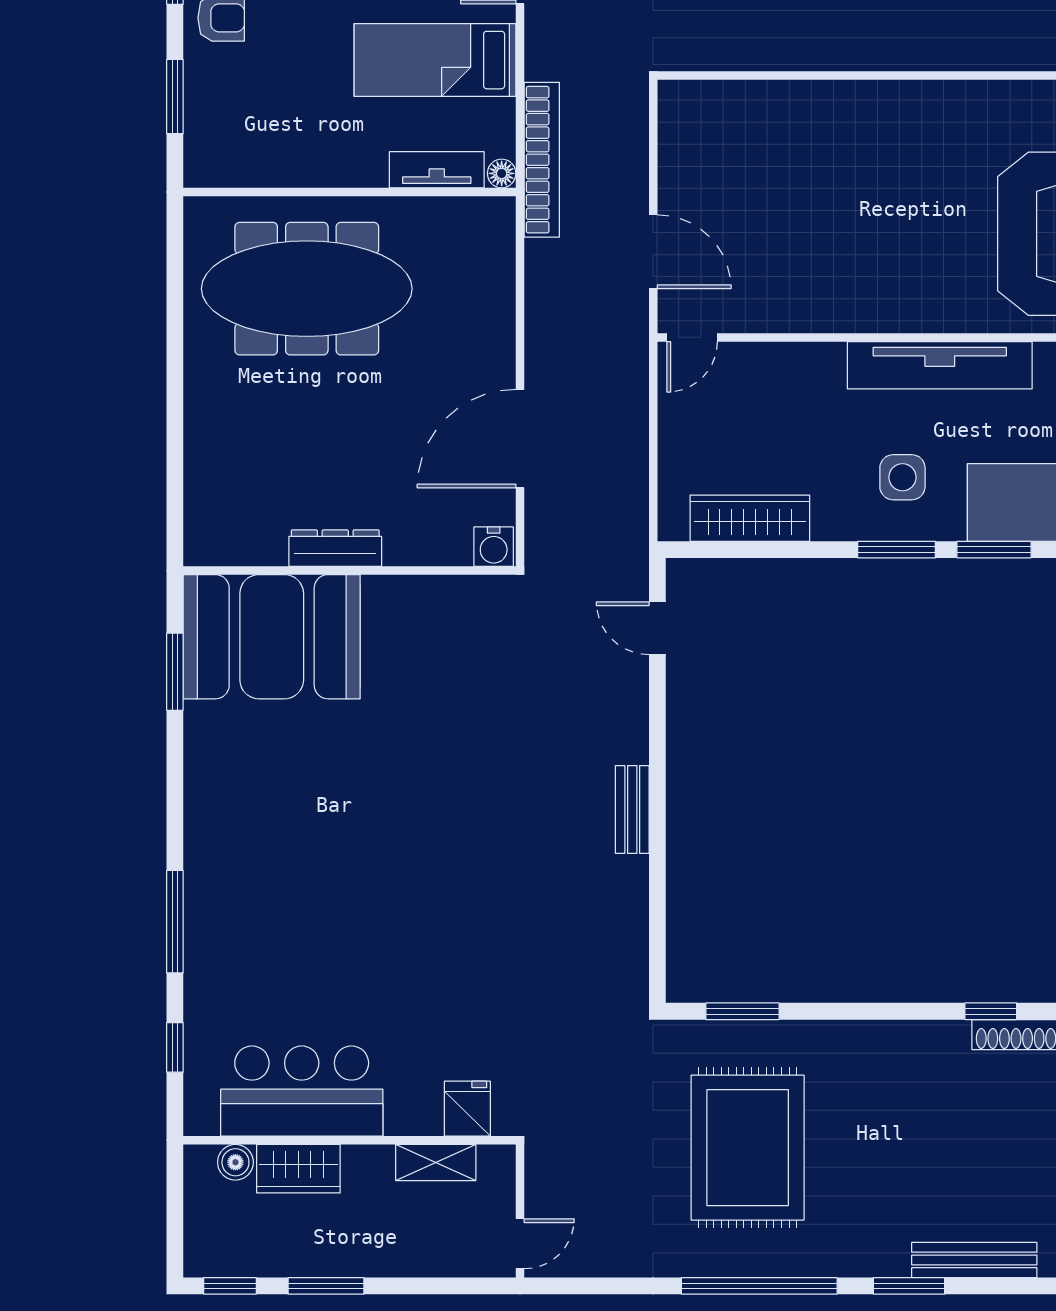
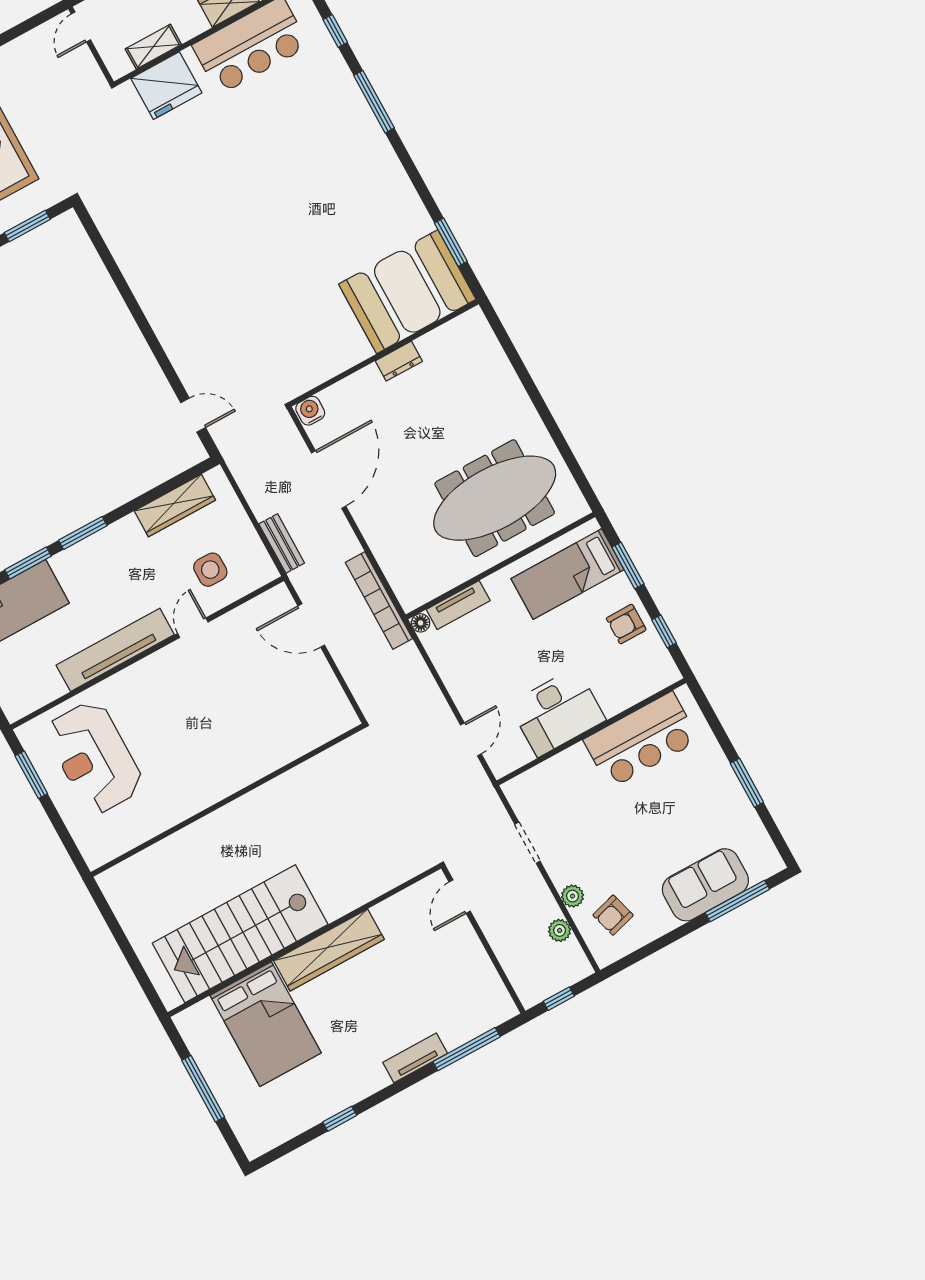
bed: (435, 60) -> (567, 574), moved, turned 180
bookcase: (542, 160) -> (379, 600), moved
door: (692, 337) -> (193, 628), moved
side table: (902, 477) -> (210, 570), moved
dresser: (335, 548) -> (399, 361), width x0.70
bench: (632, 809) -> (282, 543), moved
fridge: (467, 1109) -> (166, 86), width x1.88, depth x1.34

